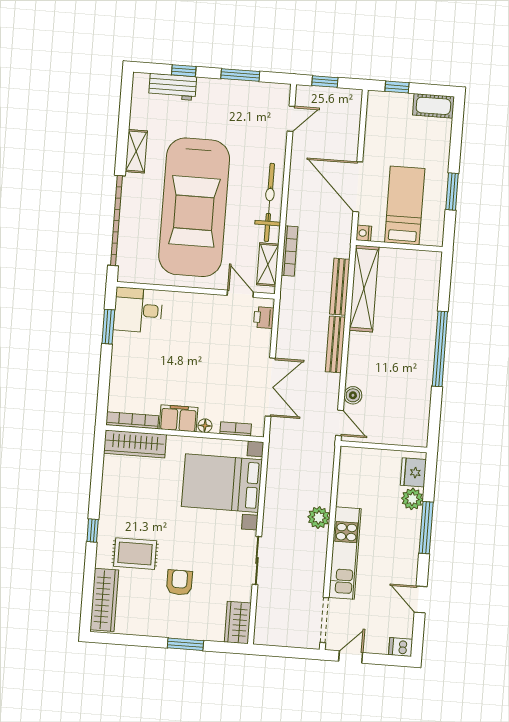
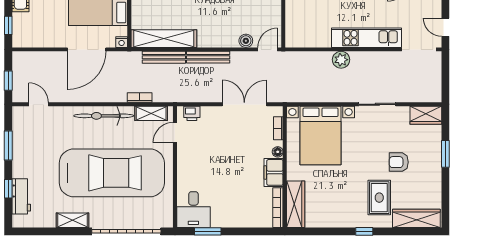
bookcase: (290, 251) -> (140, 98), width x0.64

